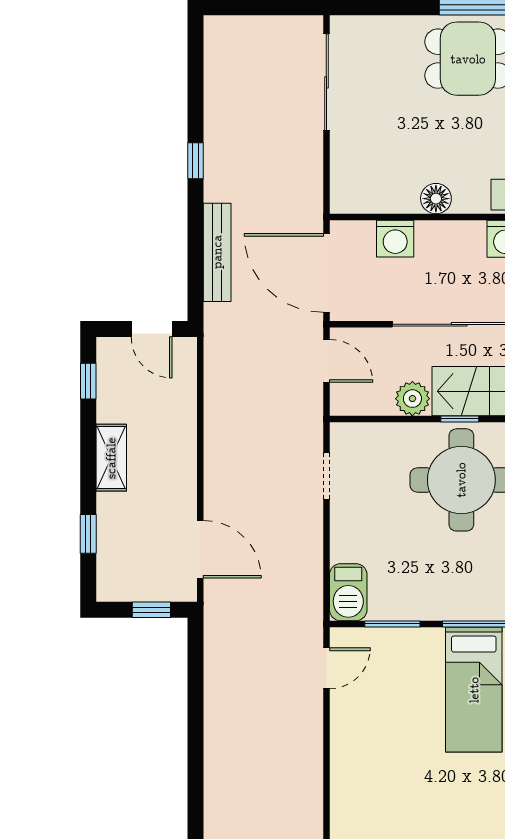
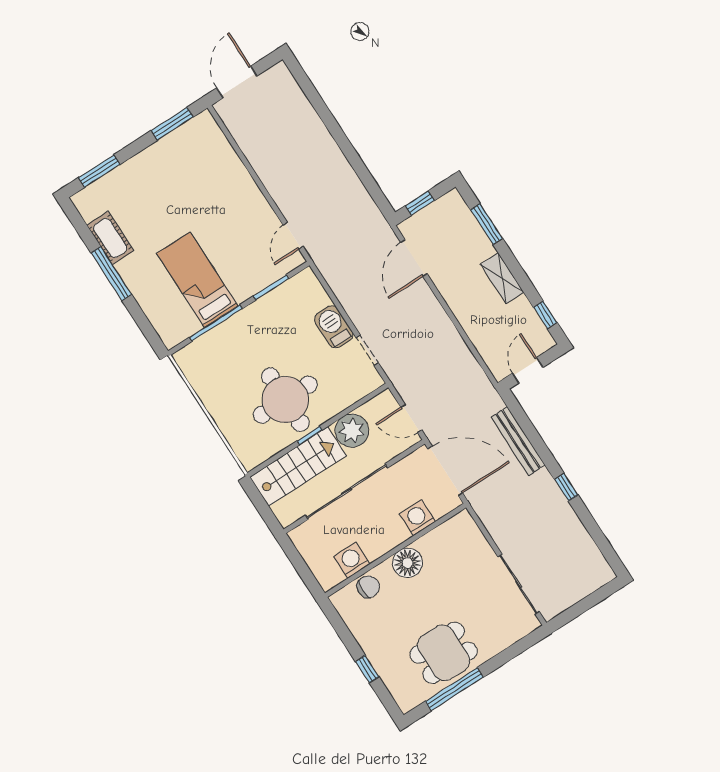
floor lamp: (436, 199) -> (407, 563), width x1.38, depth x1.38
door: (152, 329) -> (528, 370), hinge flipped
plant: (412, 399) -> (352, 431), width x1.36, depth x1.36
window: (88, 534) -> (487, 224), width x1.50
door: (200, 549) -> (414, 258), hinge flipped
barbecue: (348, 592) -> (334, 327), moved

